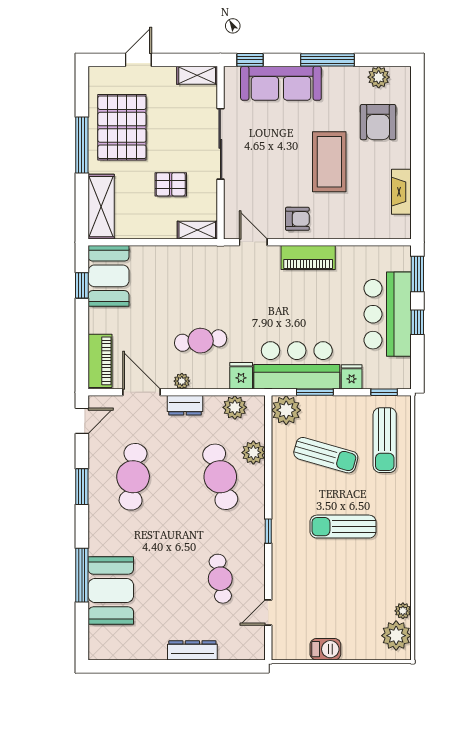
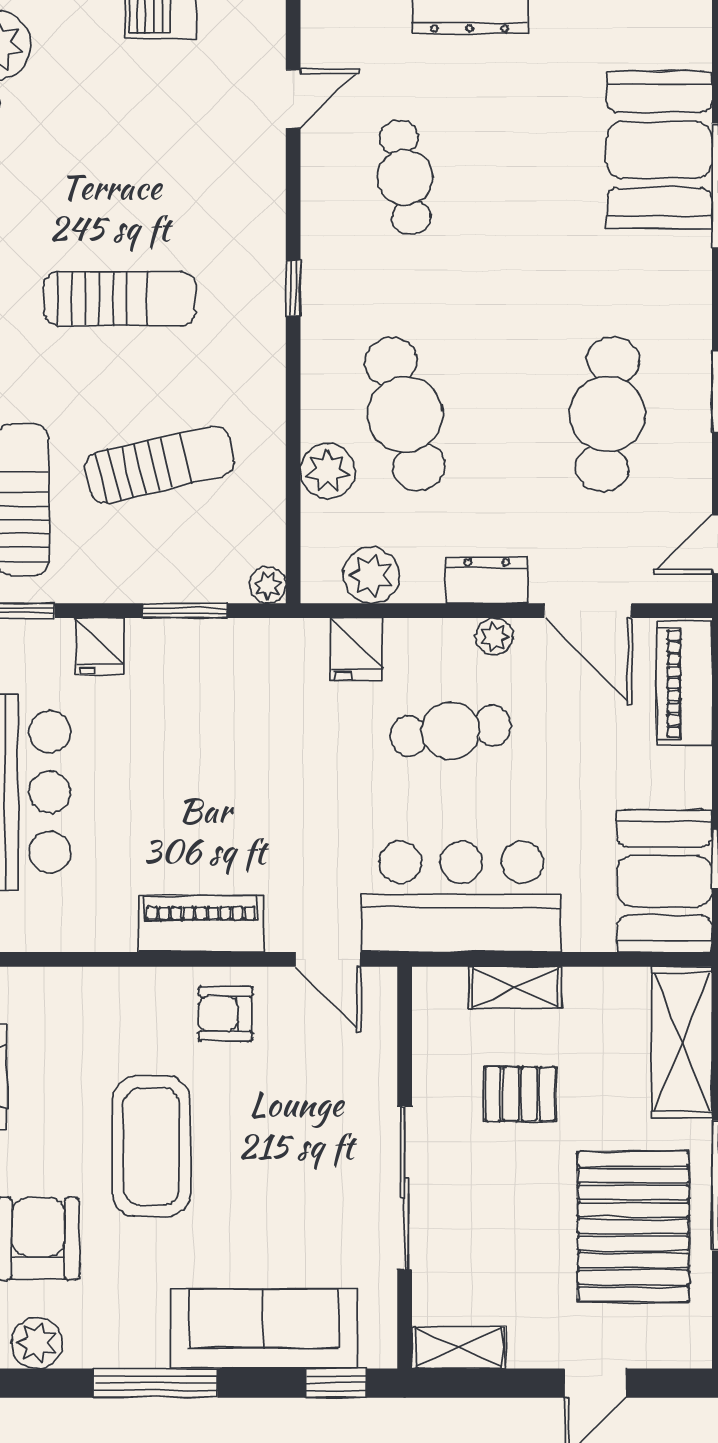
shelving: (197, 230) -> (515, 987), moved
bar counter: (297, 365) -> (461, 897), moved, turned 180
plant: (286, 410) -> (268, 585), width x0.53, depth x0.53
sun lounger: (326, 455) -> (160, 465), turned 151

